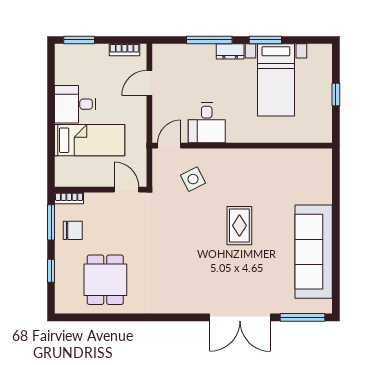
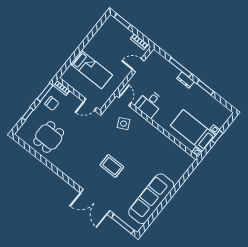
bed with nightstands: (276, 80) -> (193, 130), moved, turned 90
desk: (75, 104) -> (98, 48), removed
door: (169, 146) -> (125, 100), hinge flipped
door: (127, 190) -> (90, 105), swing flipped
rug: (239, 226) -> (112, 166), moved, turned 90

